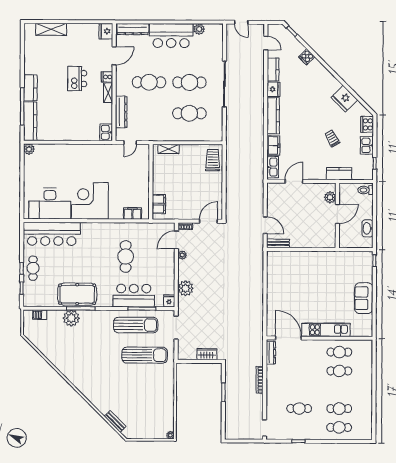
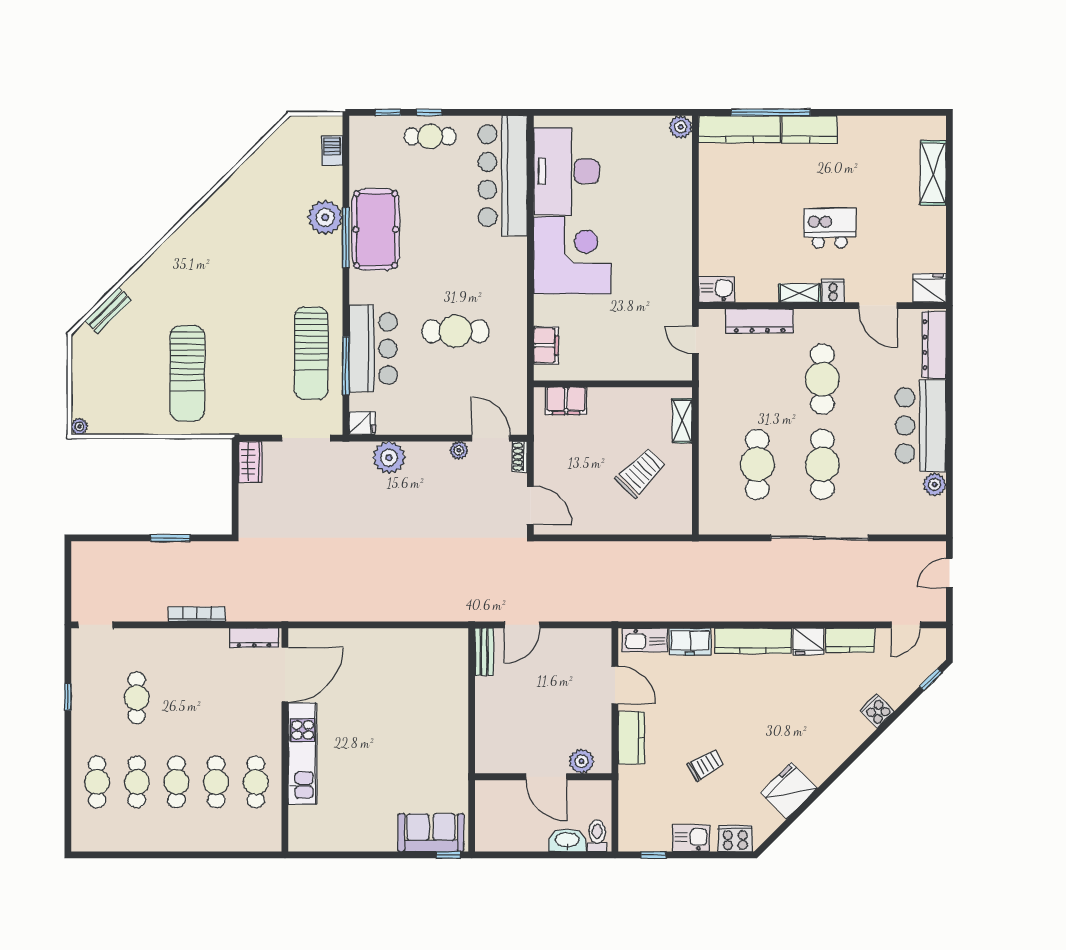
trolley: (213, 160) -> (641, 473), moved, turned -45
kitchen counter: (339, 174) -> (631, 738), moved
washbasin: (368, 228) -> (567, 840), moved
sofa: (364, 298) -> (431, 833), moved
wardrobe: (207, 354) -> (250, 462), moved
sun lounger: (145, 355) -> (187, 373), moved
cafe table: (339, 390) -> (176, 782), added

